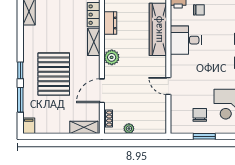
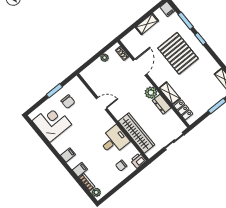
dresser: (110, 23) -> (162, 104), moved
shelving: (84, 127) -> (147, 24), moved

